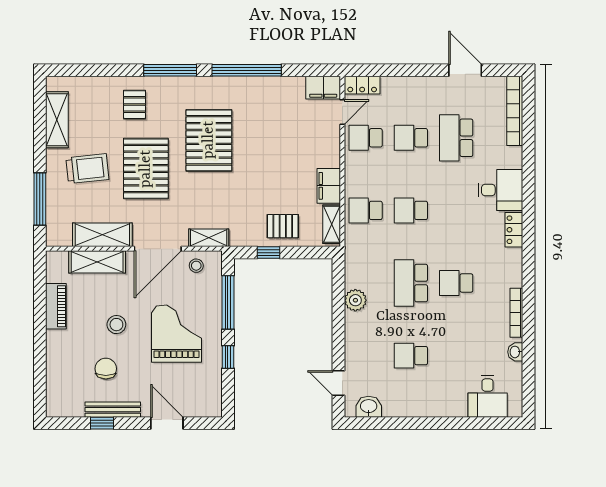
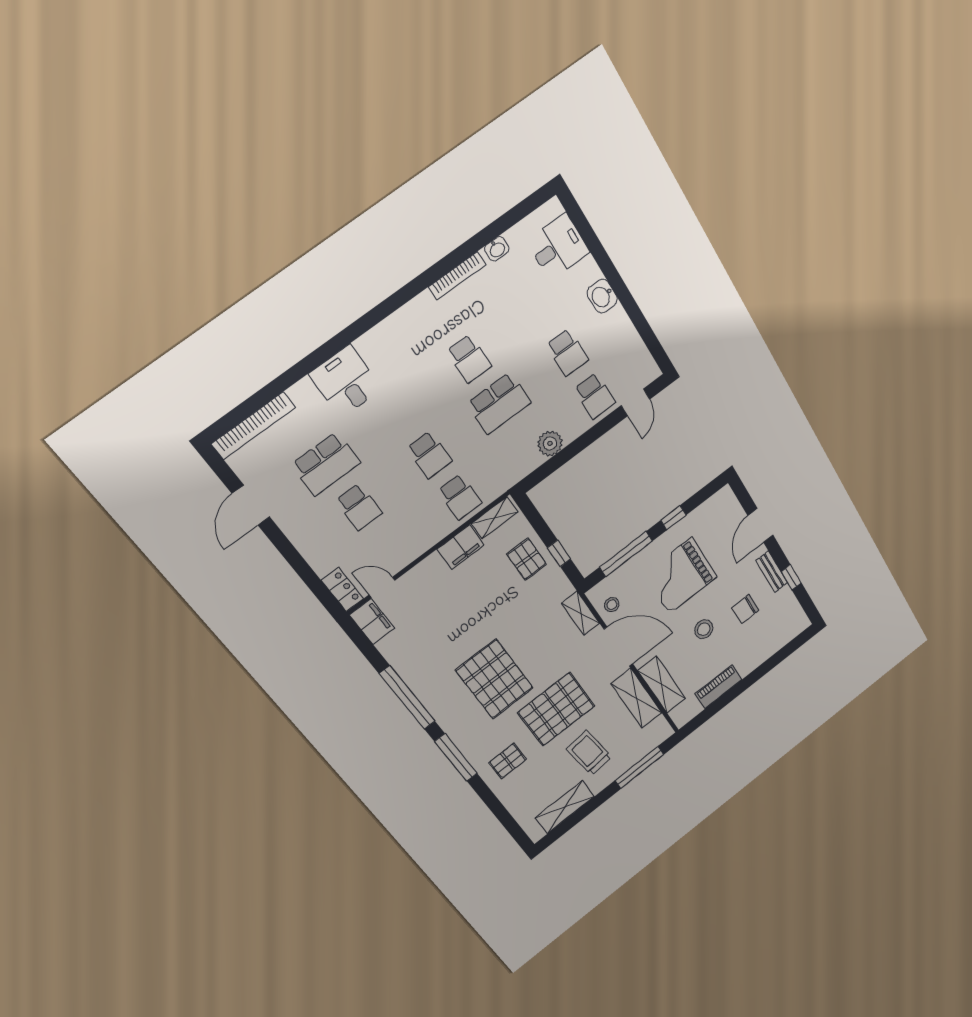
school desk: (366, 138) -> (595, 396), moved
pallet: (209, 140) -> (495, 679), turned 90
locker: (514, 230) -> (376, 338), removed
washbasin: (369, 407) -> (602, 296), moved
bench: (113, 410) -> (772, 572), width x0.73

